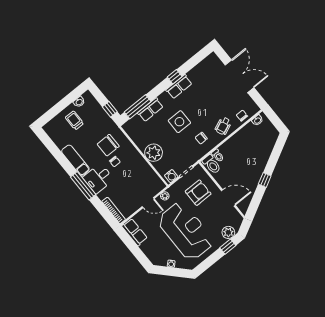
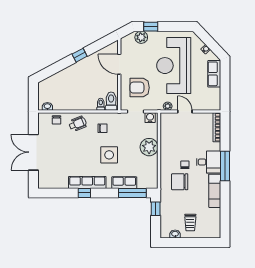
row of seats: (179, 87) -> (87, 183), width x1.48
chair: (108, 145) -> (180, 182), turned 180
row of seats: (135, 232) -> (214, 74), moved

